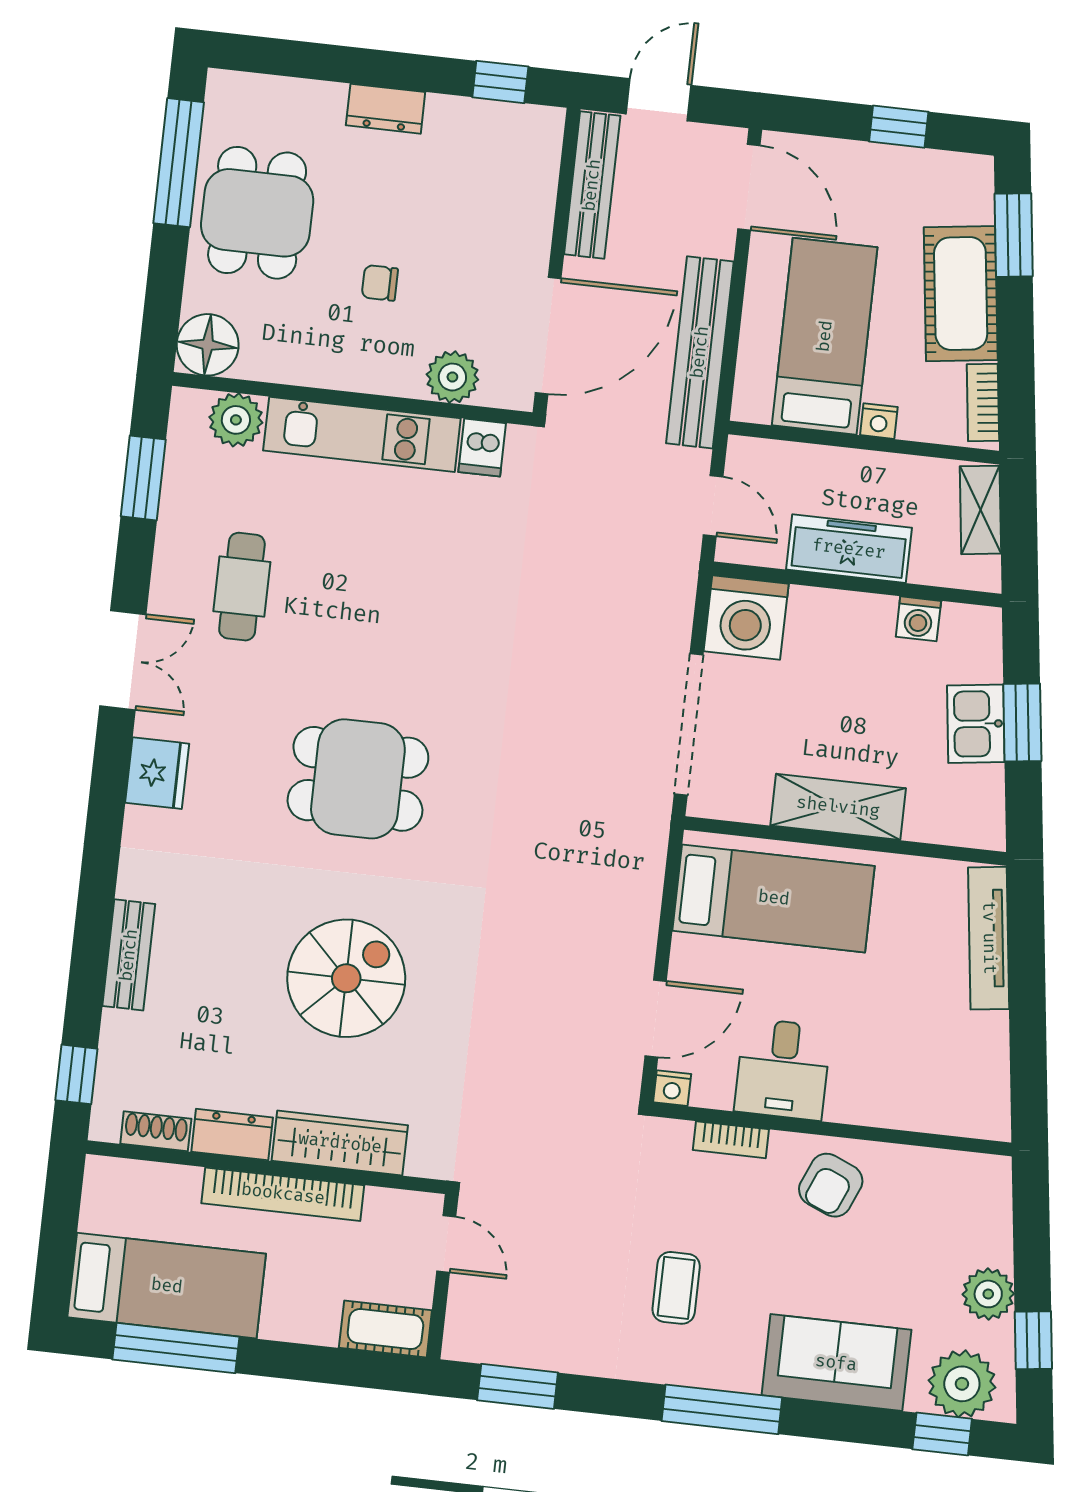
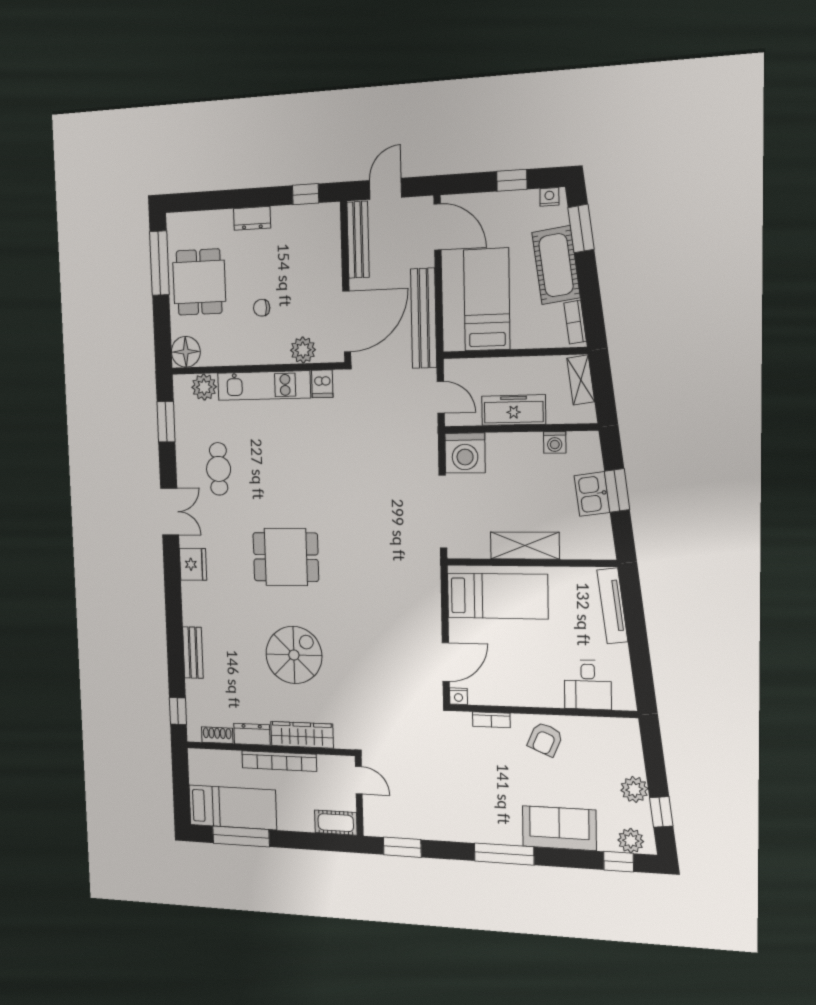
nightstand: (879, 421) -> (549, 197), moved, turned 180
desk: (783, 1069) -> (588, 685), moved
coffee table: (676, 1288) -> (473, 795), removed
plant: (962, 1384) -> (631, 841), width x0.73, depth x0.73

